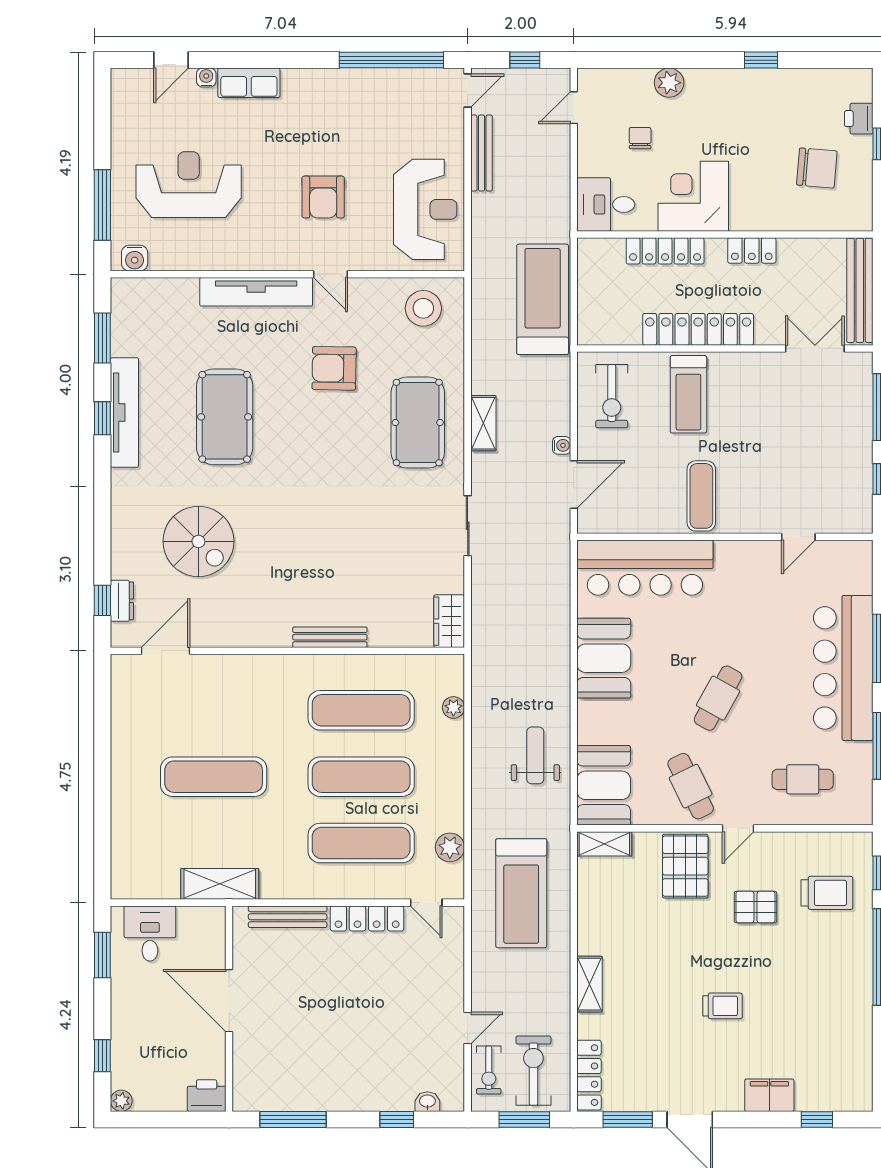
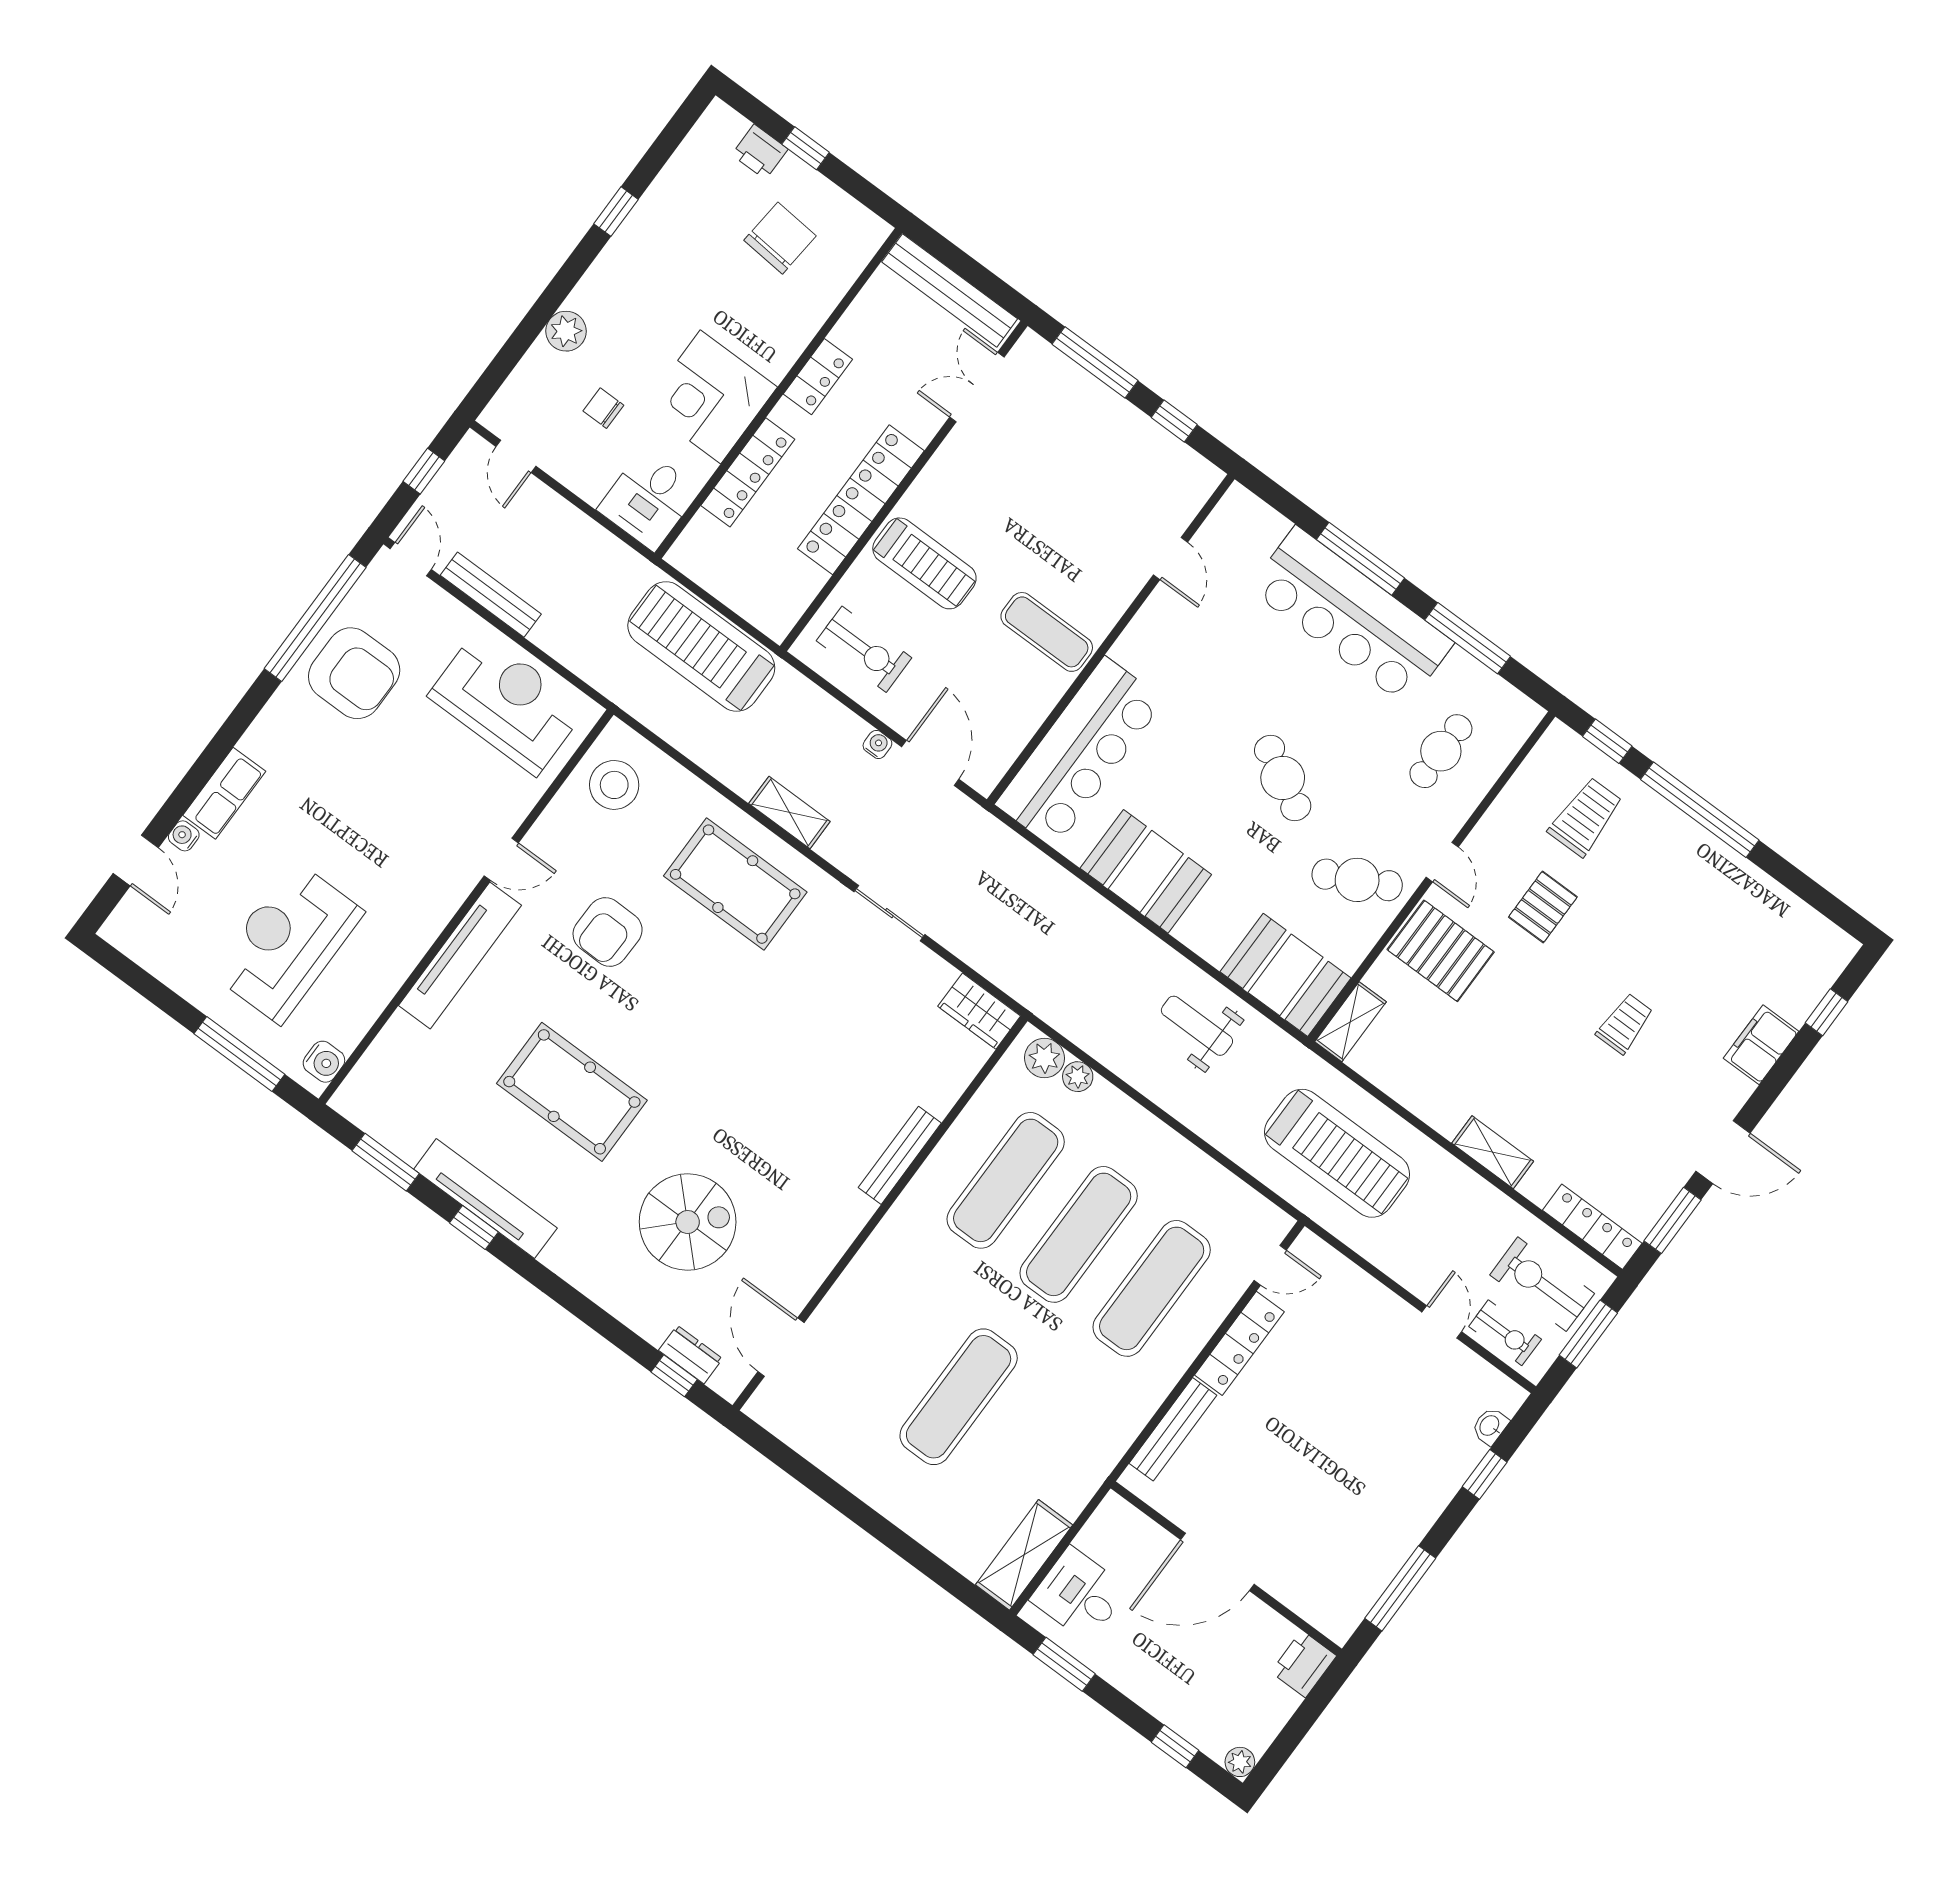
armchair: (323, 197) -> (354, 673), moved, width x1.36, depth x1.36
plant: (450, 847) -> (1044, 1058), moved
shelving: (220, 884) -> (1024, 1555), moved

